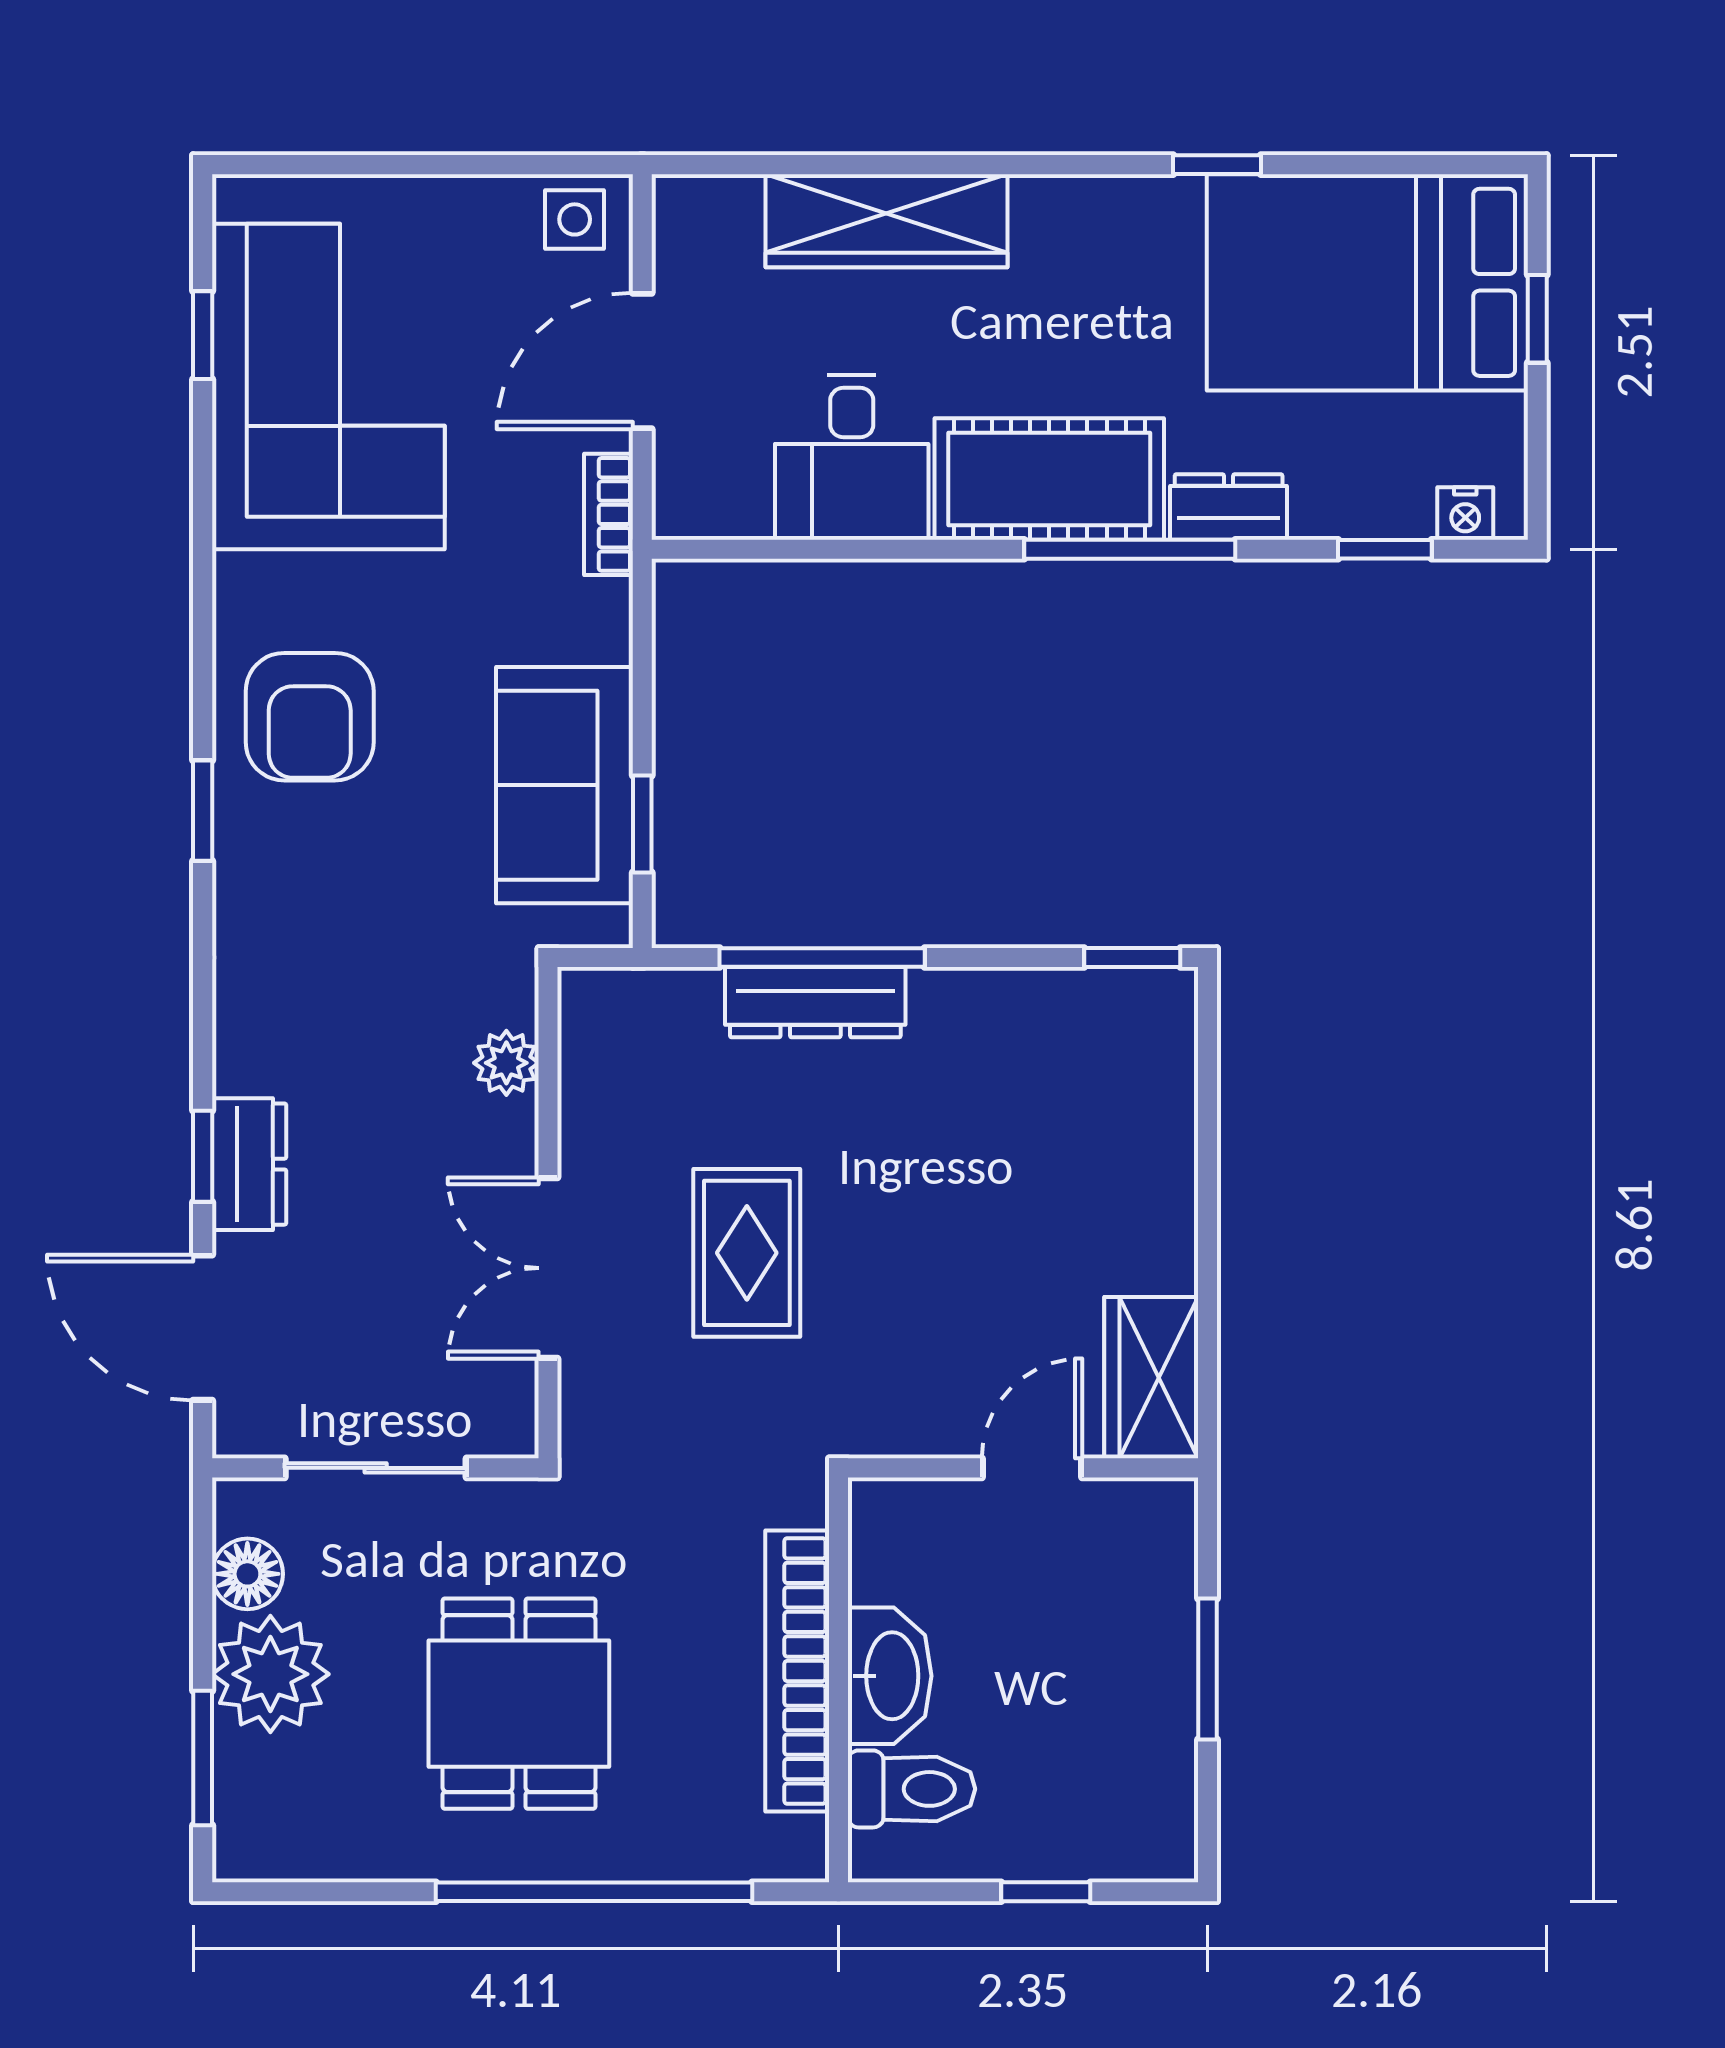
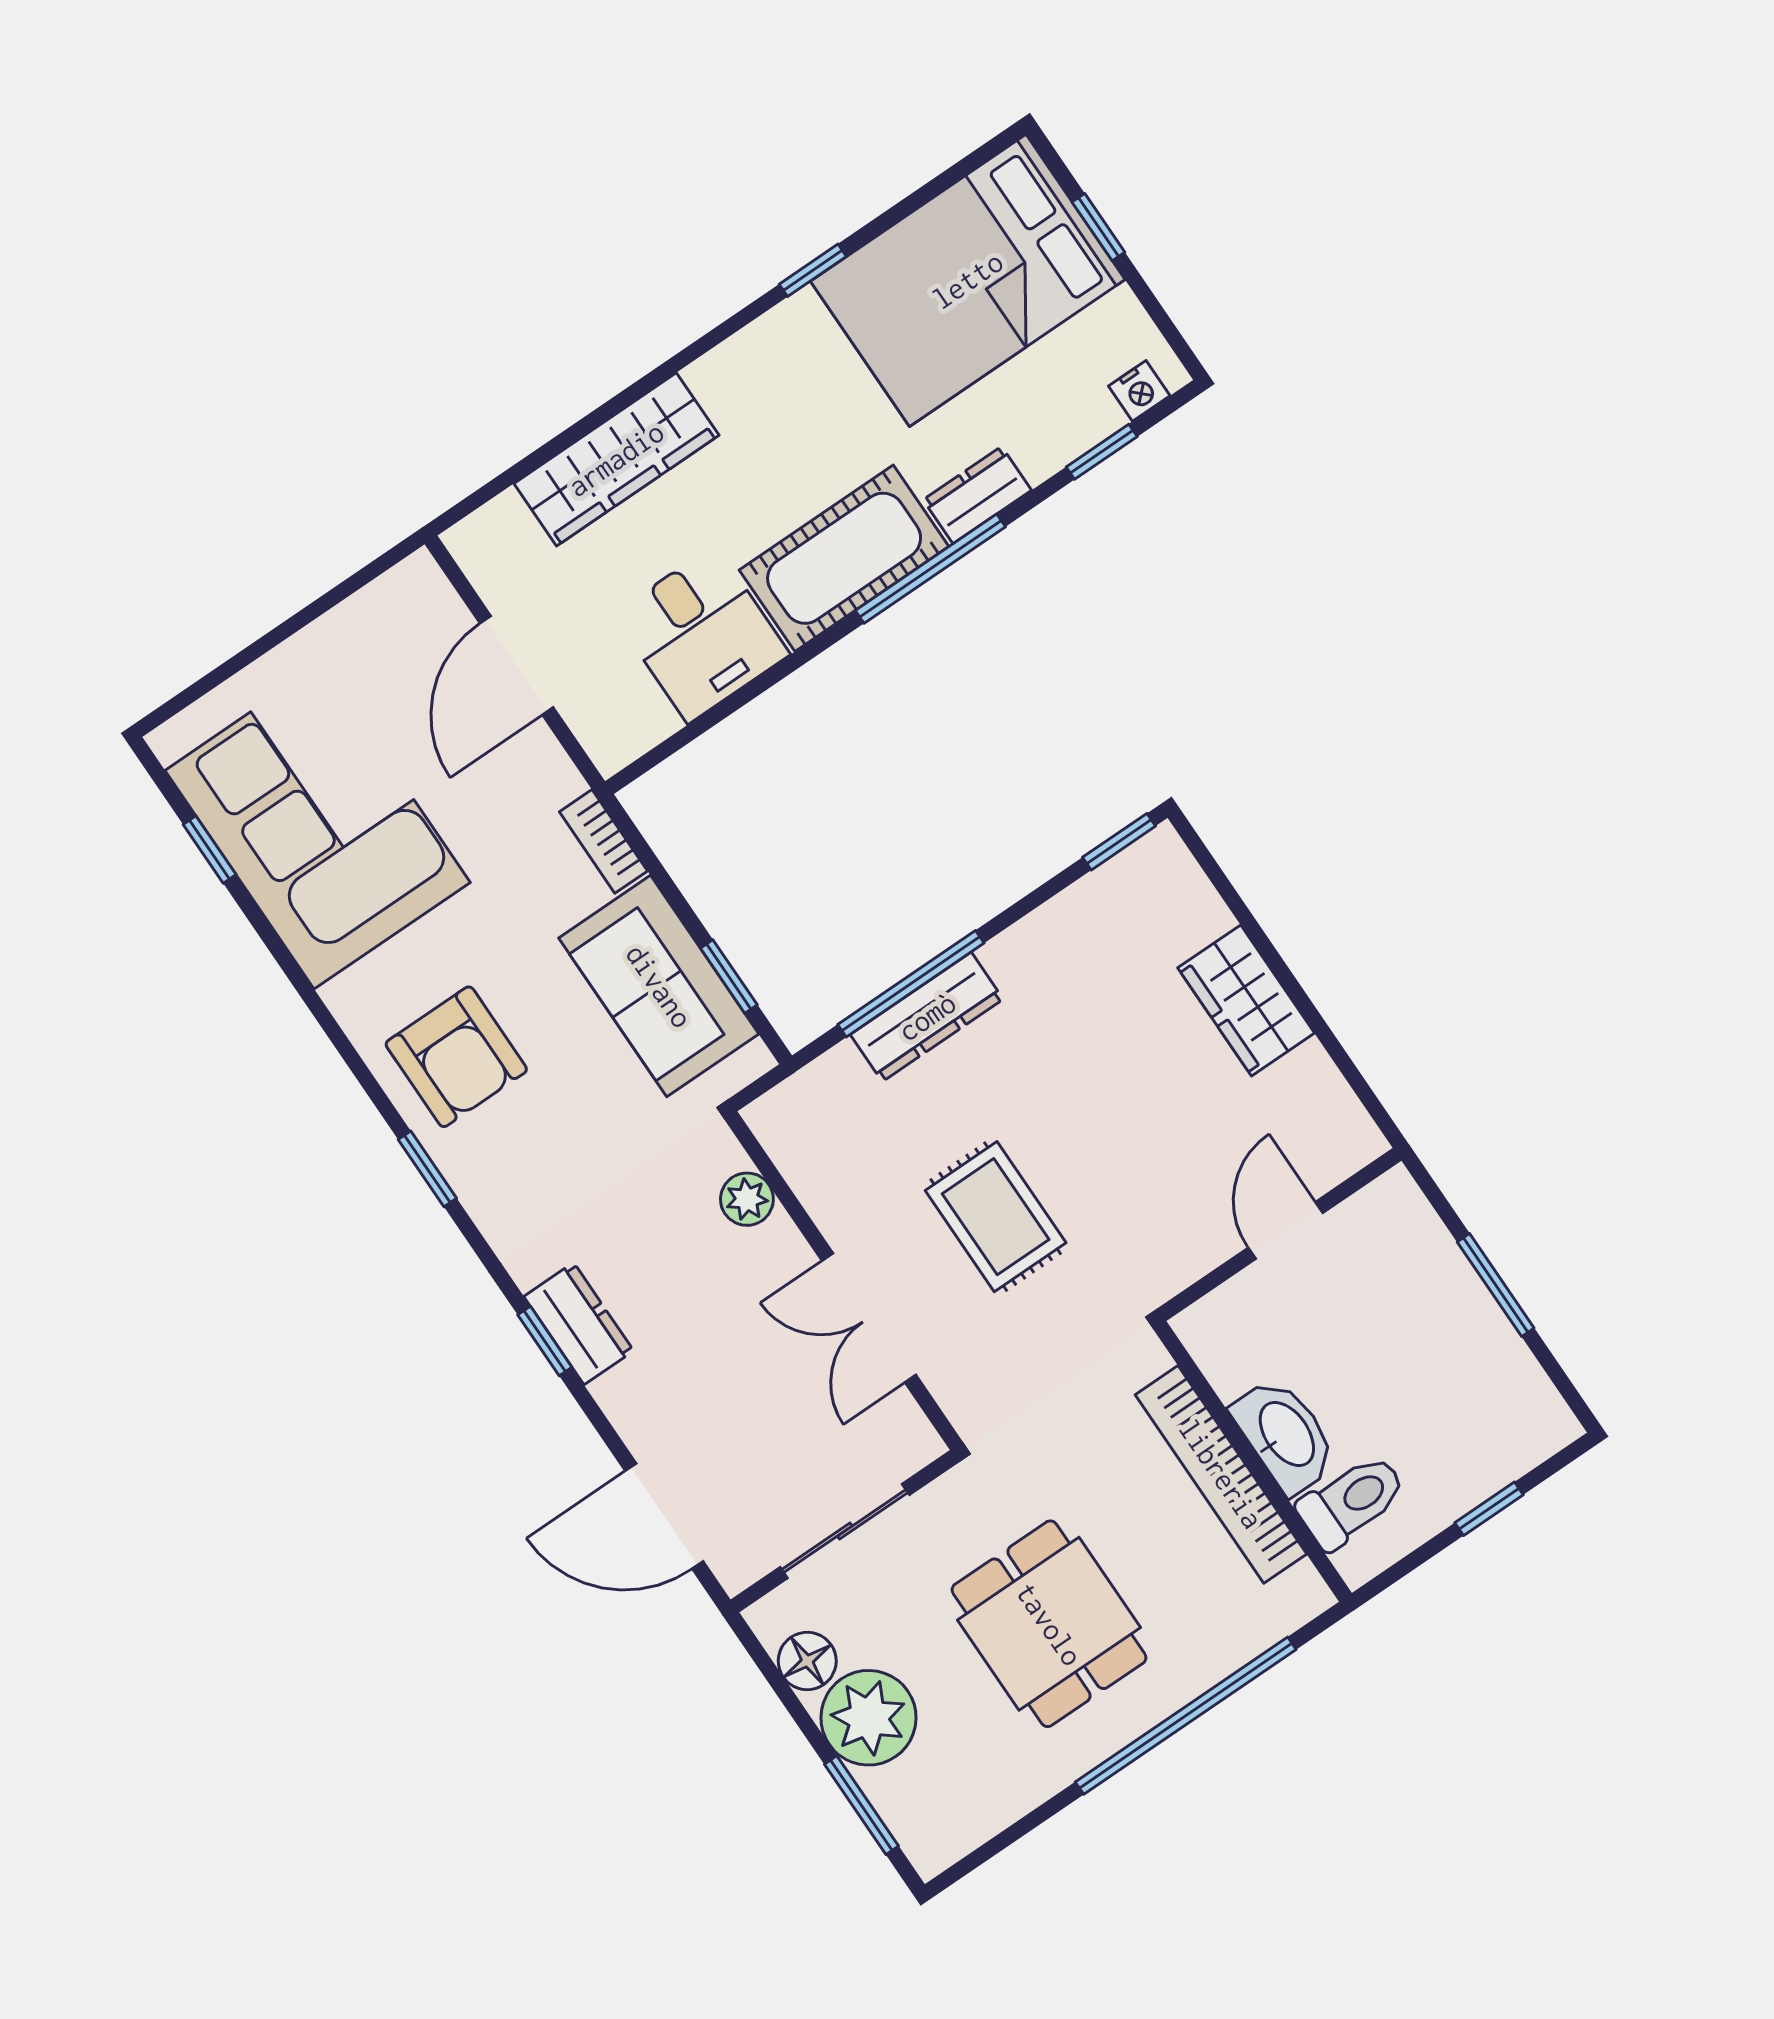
side table: (575, 219) -> (406, 601), removed
bookcase: (609, 514) -> (603, 841), moved
window: (203, 1156) -> (545, 1341), moved
dresser: (249, 1164) -> (579, 1324), moved
wardrobe: (1151, 1378) -> (1246, 1000), moved

